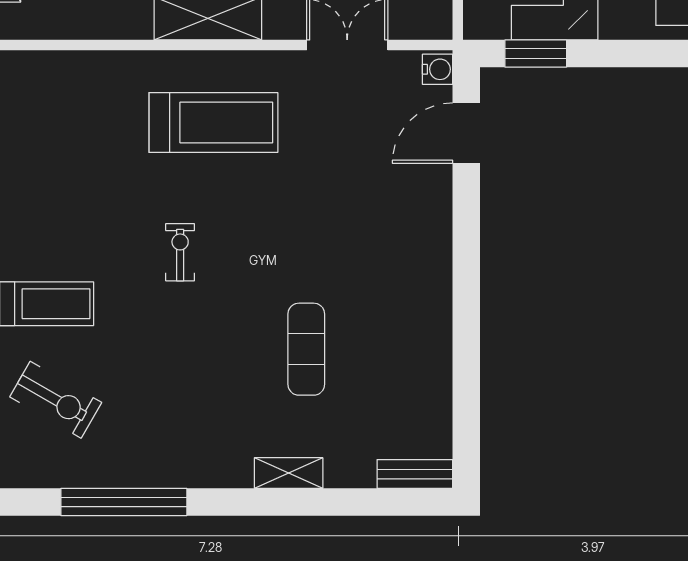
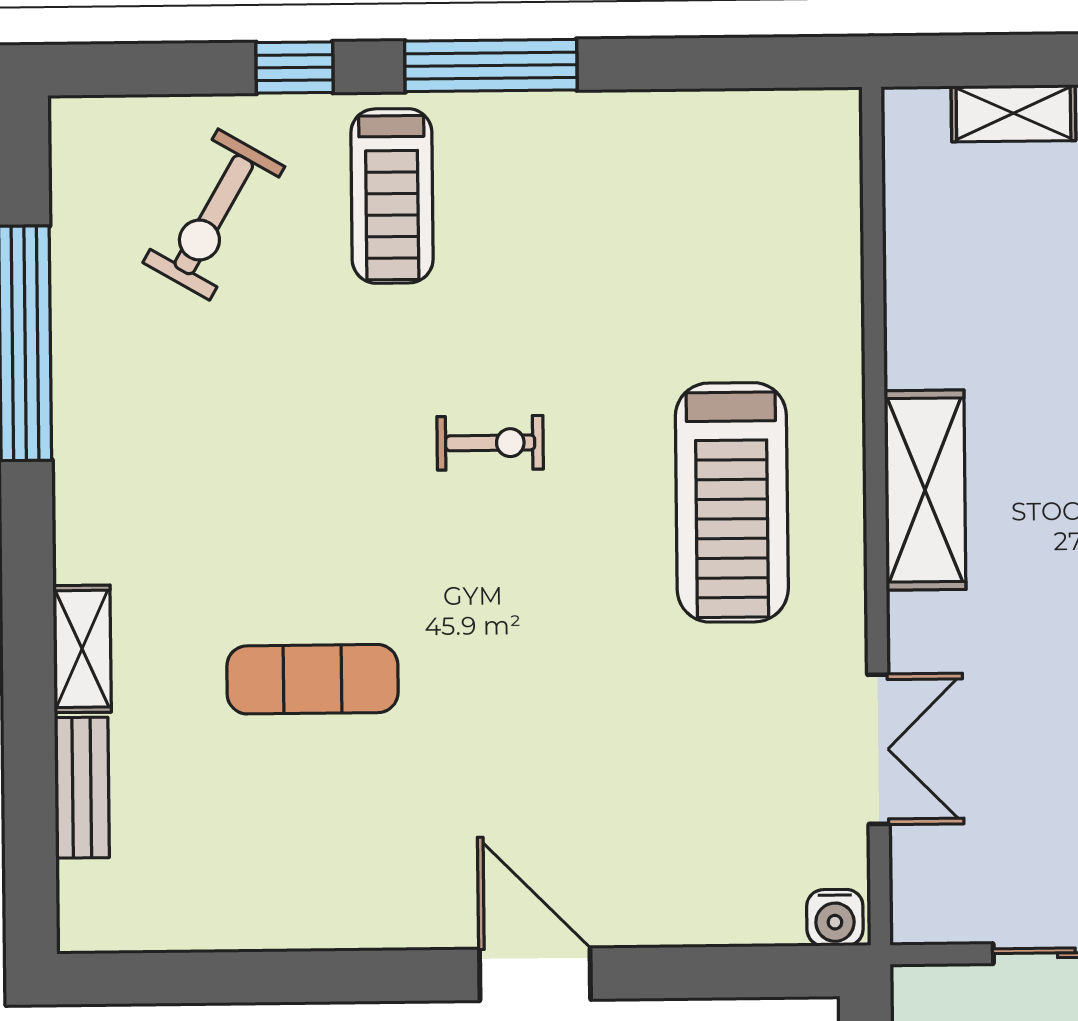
door: (466, 133) -> (535, 974), moved
bench: (415, 474) -> (82, 788), moved

